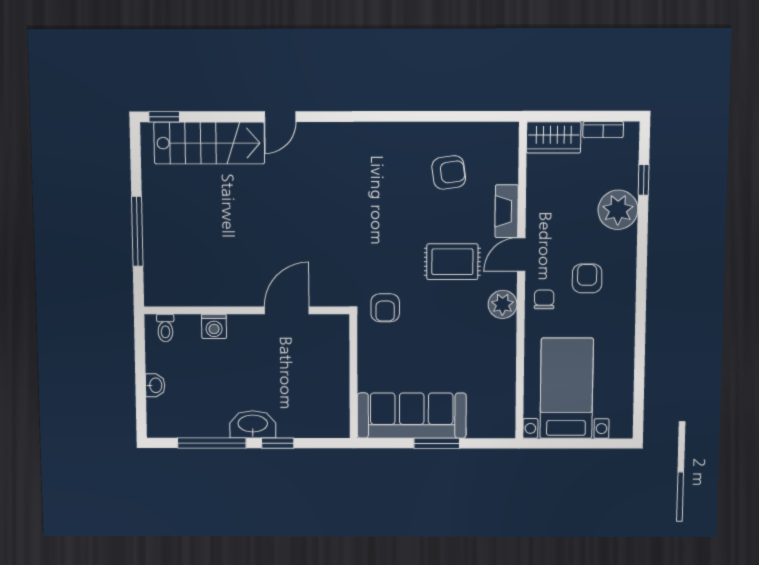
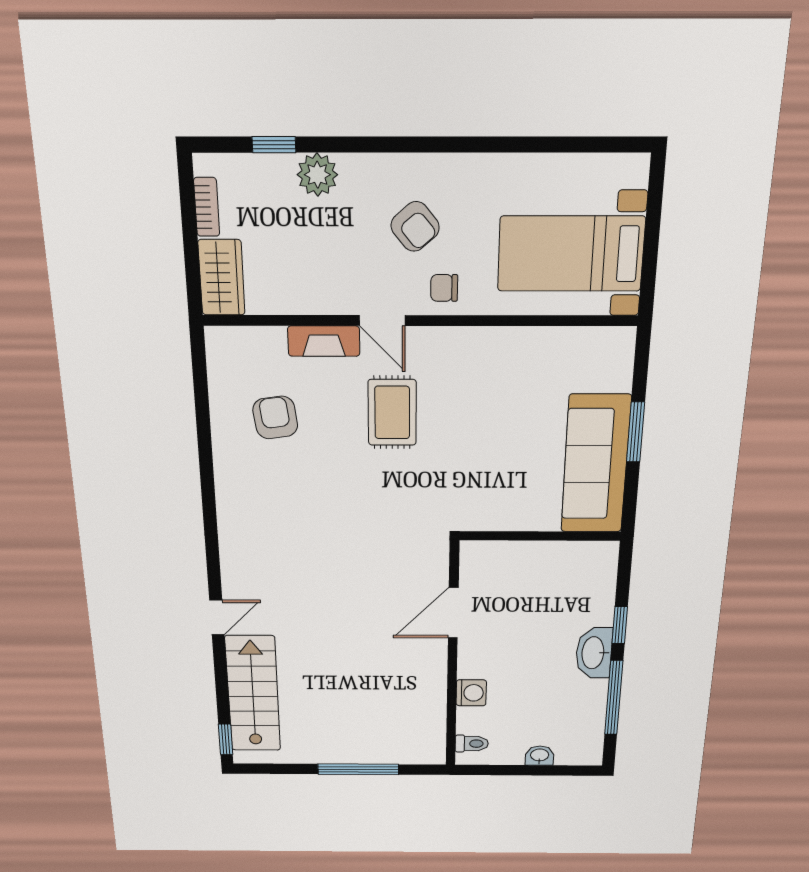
door: (280, 117) -> (217, 617), hinge flipped
plant: (618, 210) -> (317, 175), width x0.73, depth x0.73
armchair: (587, 278) -> (415, 226), turned -130
plant: (503, 304) -> (450, 345), removed
armchair: (385, 308) -> (452, 497), removed
door: (287, 310) -> (453, 613), hinge flipped

